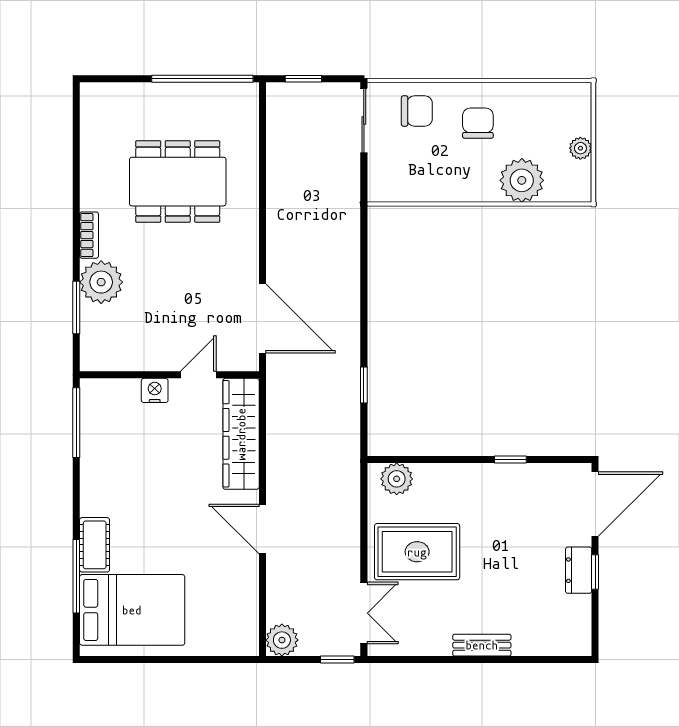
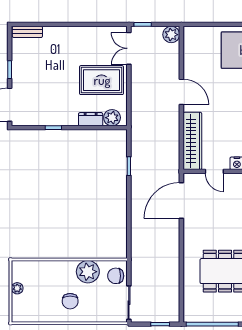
chair: (417, 111) -> (116, 276), moved
plant: (522, 180) -> (88, 272), moved
door: (262, 318) -> (181, 200), hinge flipped
door: (198, 375) -> (214, 171), hinge flipped
dresser: (579, 570) -> (91, 119), moved, turned -90
bench: (482, 645) -> (27, 32), moved

